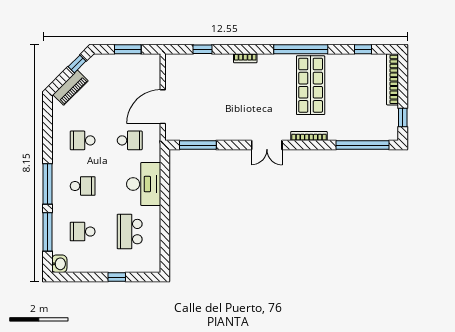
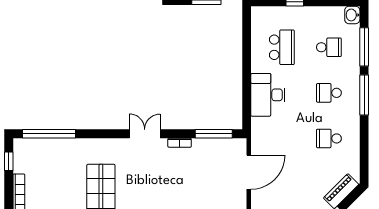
bookcase: (309, 136) -> (180, 143), moved, width x0.64
school desk: (83, 140) -> (329, 138), turned 180
school desk: (130, 140) -> (282, 138), removed

